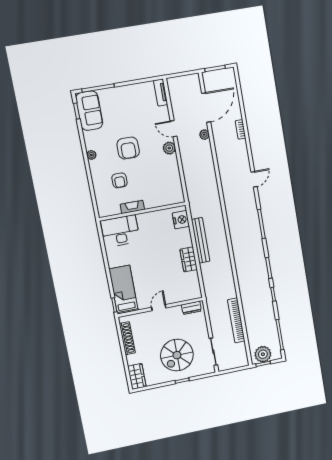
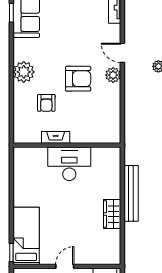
armchair: (128, 148) -> (78, 79), moved, turned -90
plant: (91, 155) -> (24, 72), width x1.87, depth x1.87
nightstand: (181, 220) -> (111, 164), removed
desk: (120, 231) -> (69, 164), moved

